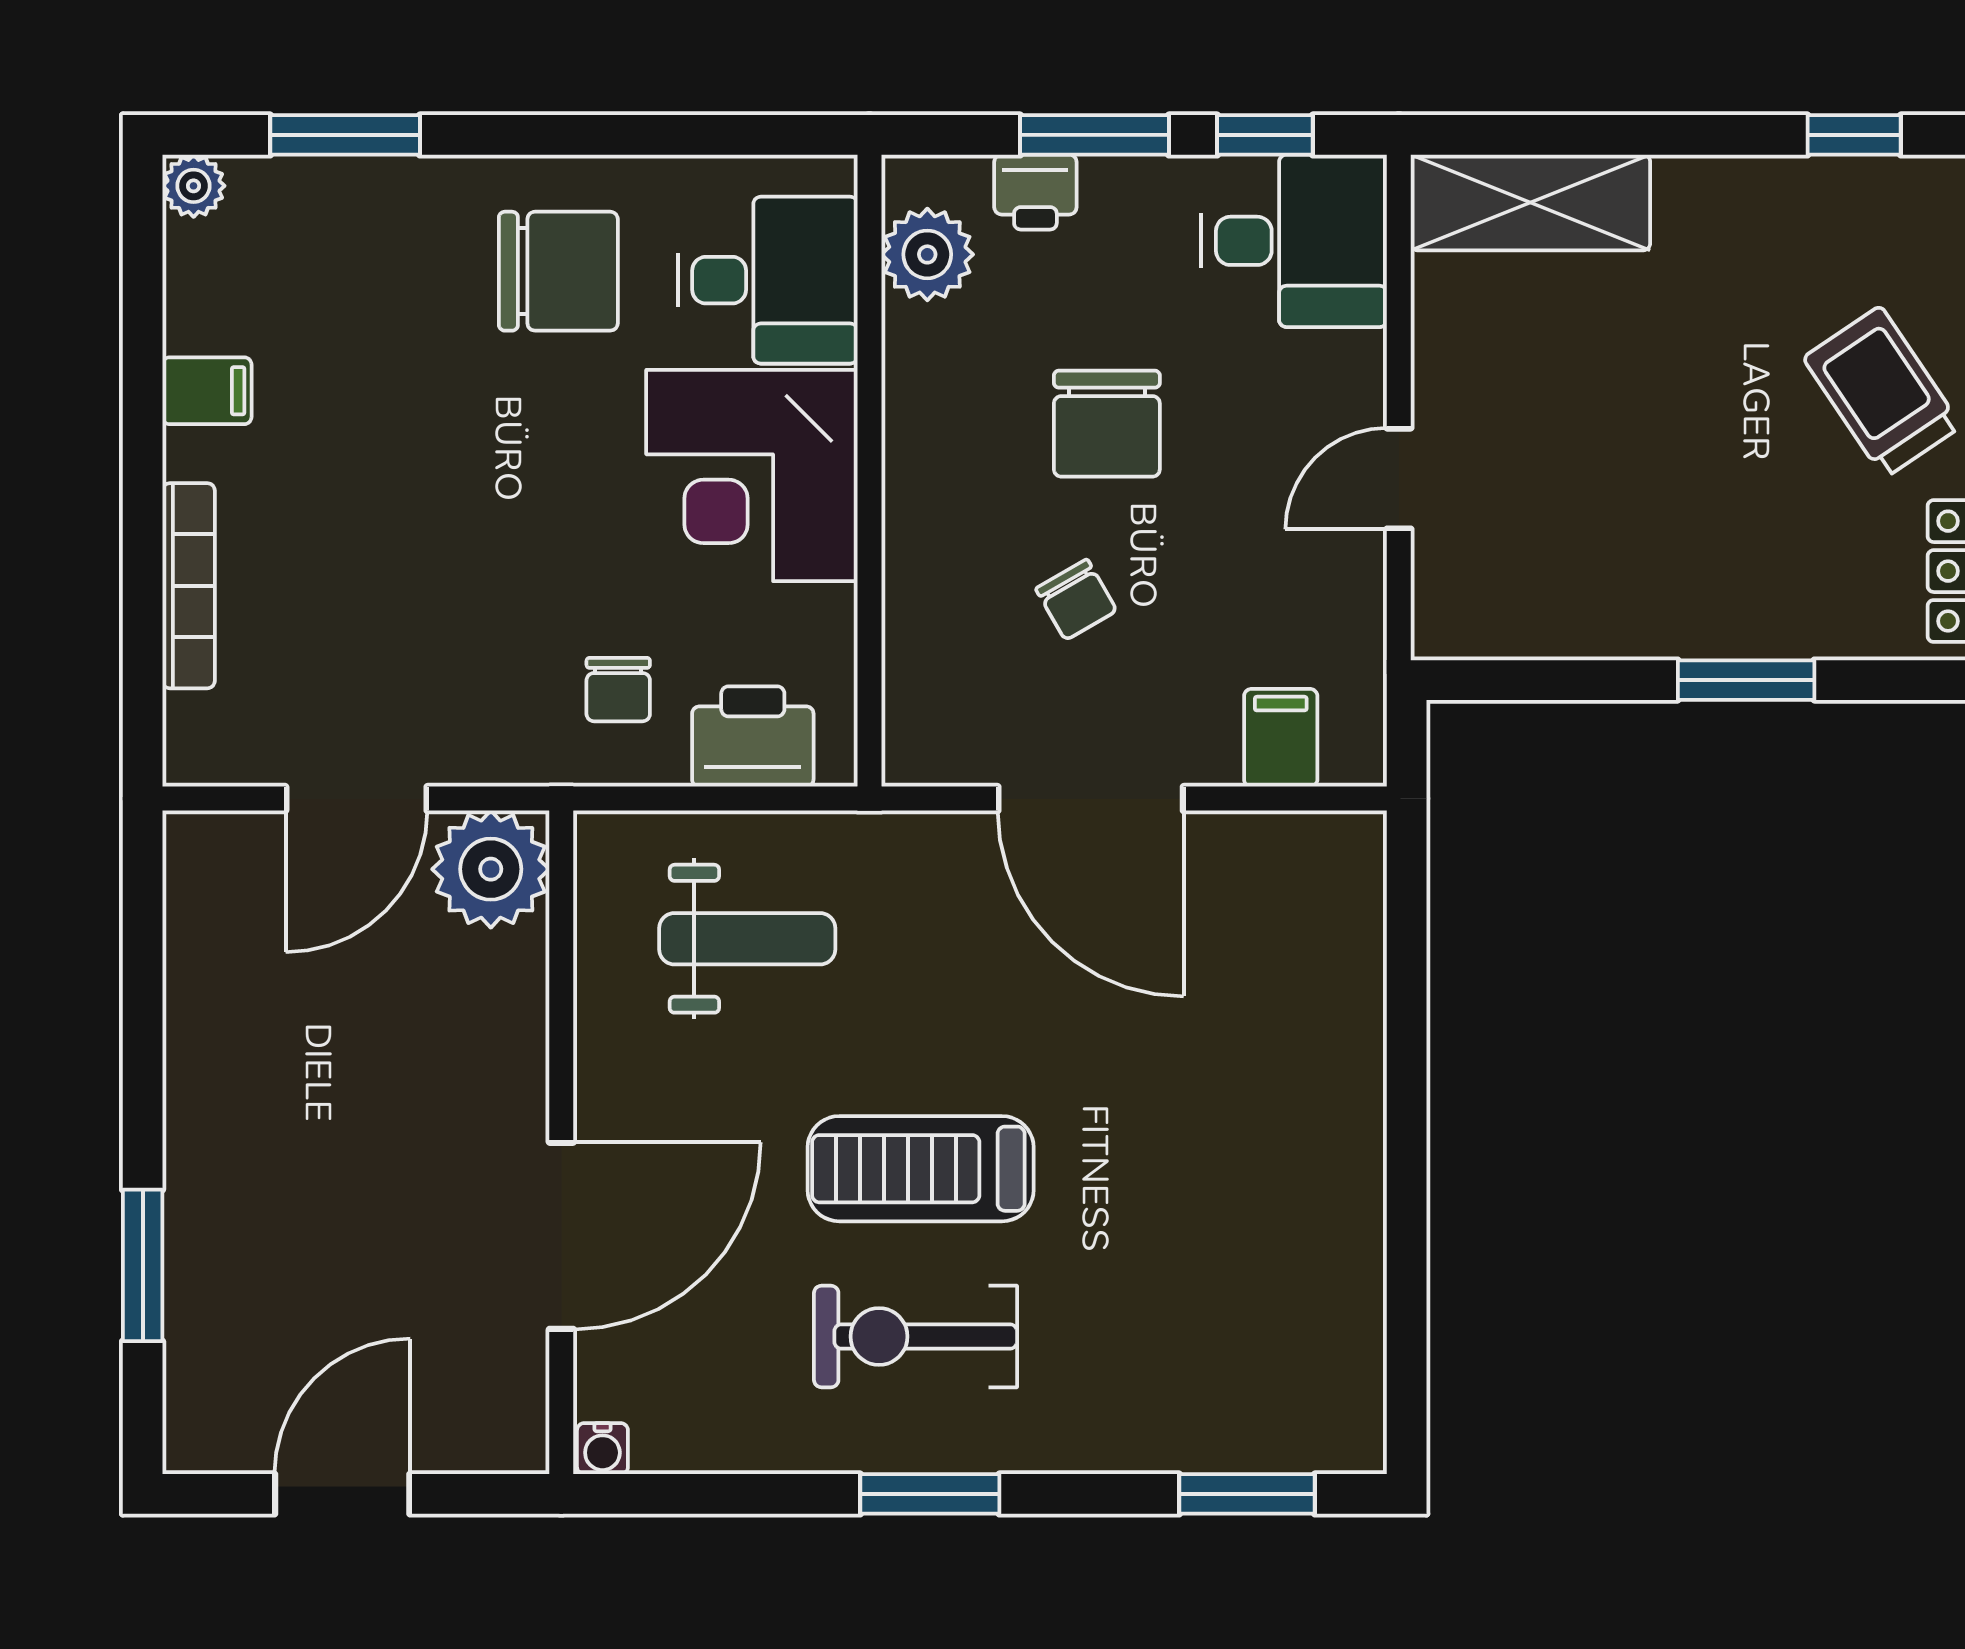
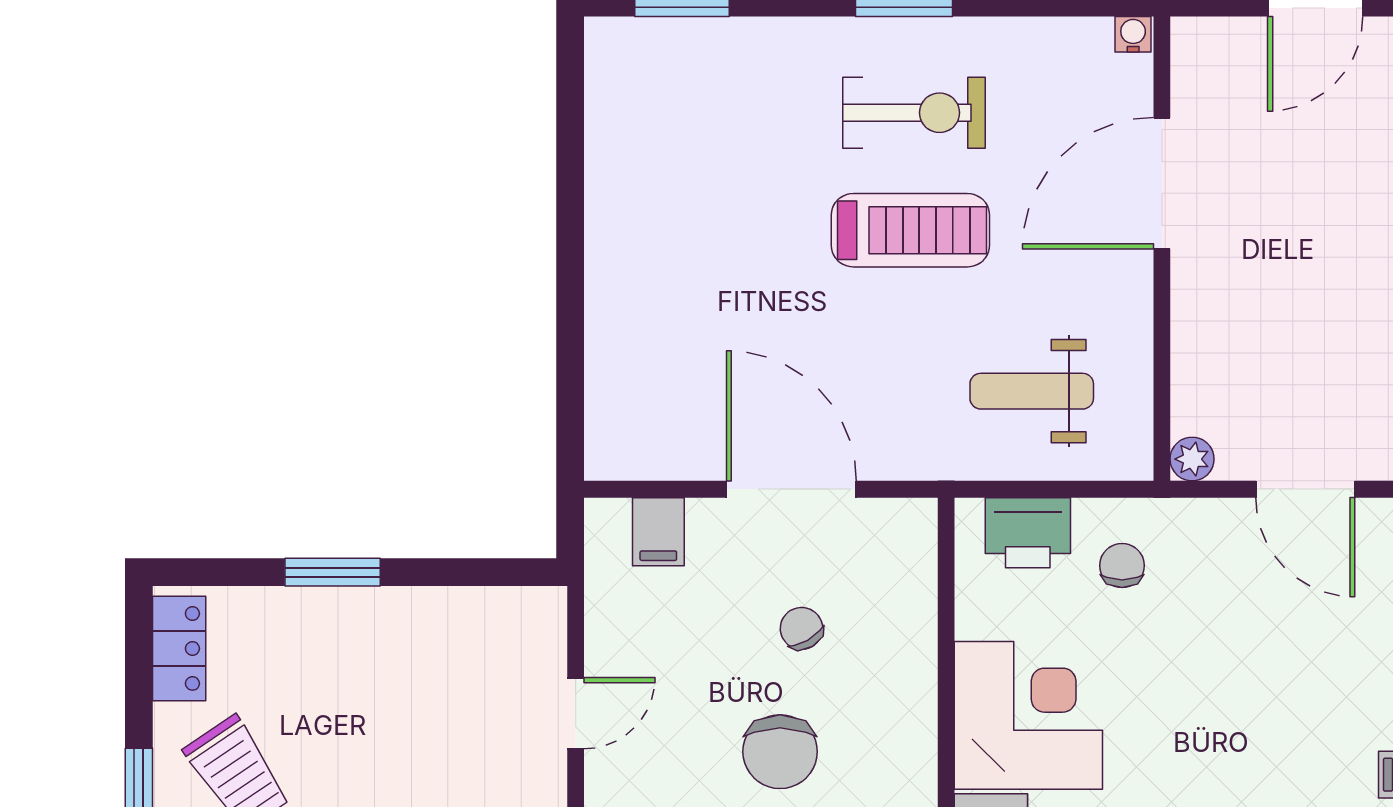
chair: (1107, 424) -> (780, 752), turned 180
door: (356, 799) -> (1305, 489), swing flipped
plant: (491, 869) -> (1192, 459), width x0.53, depth x0.53

